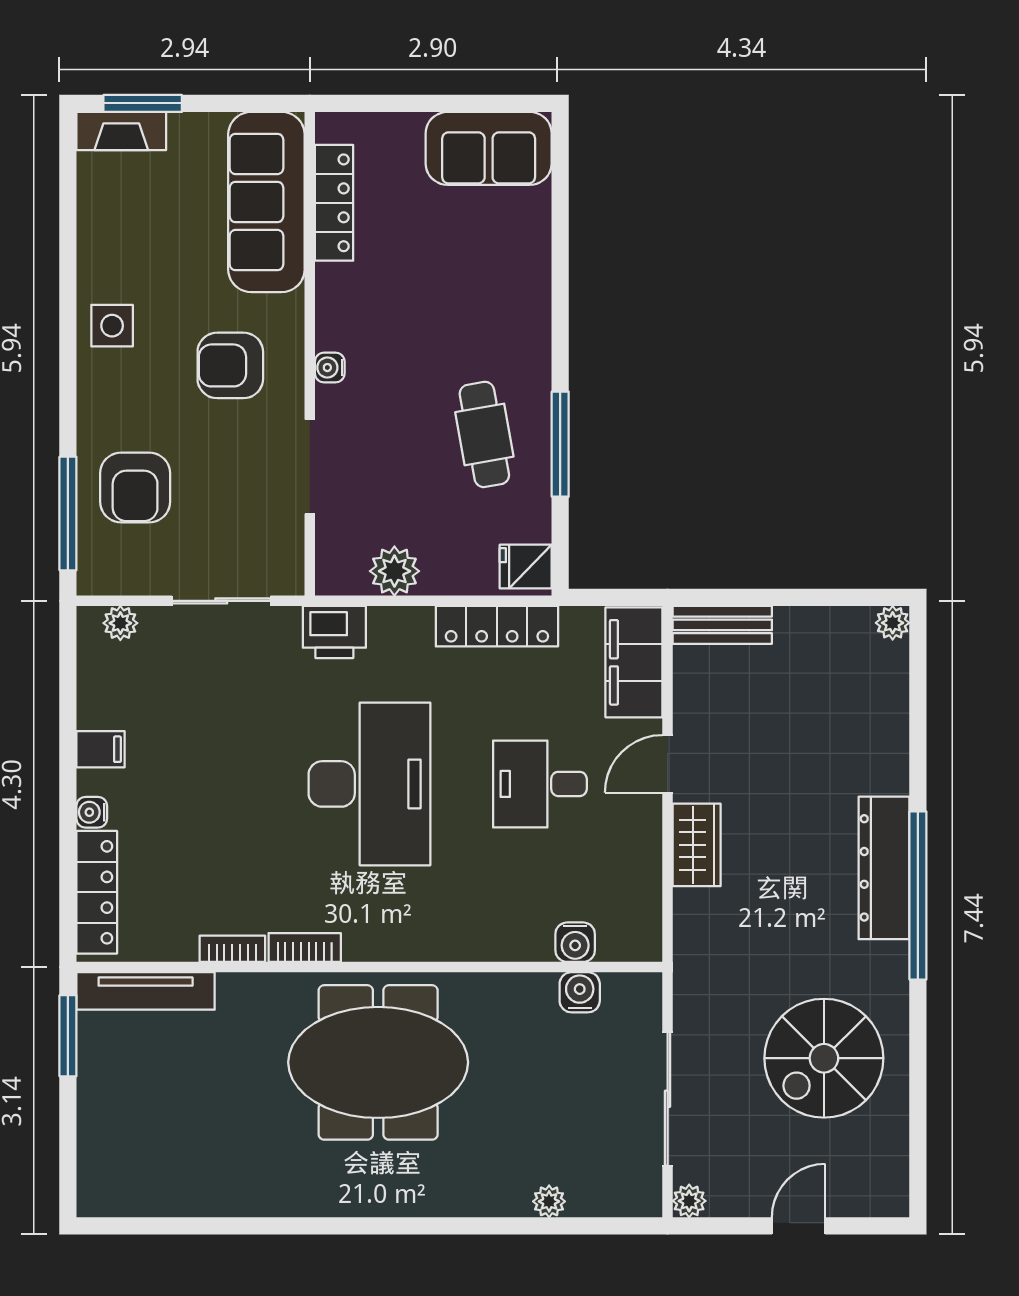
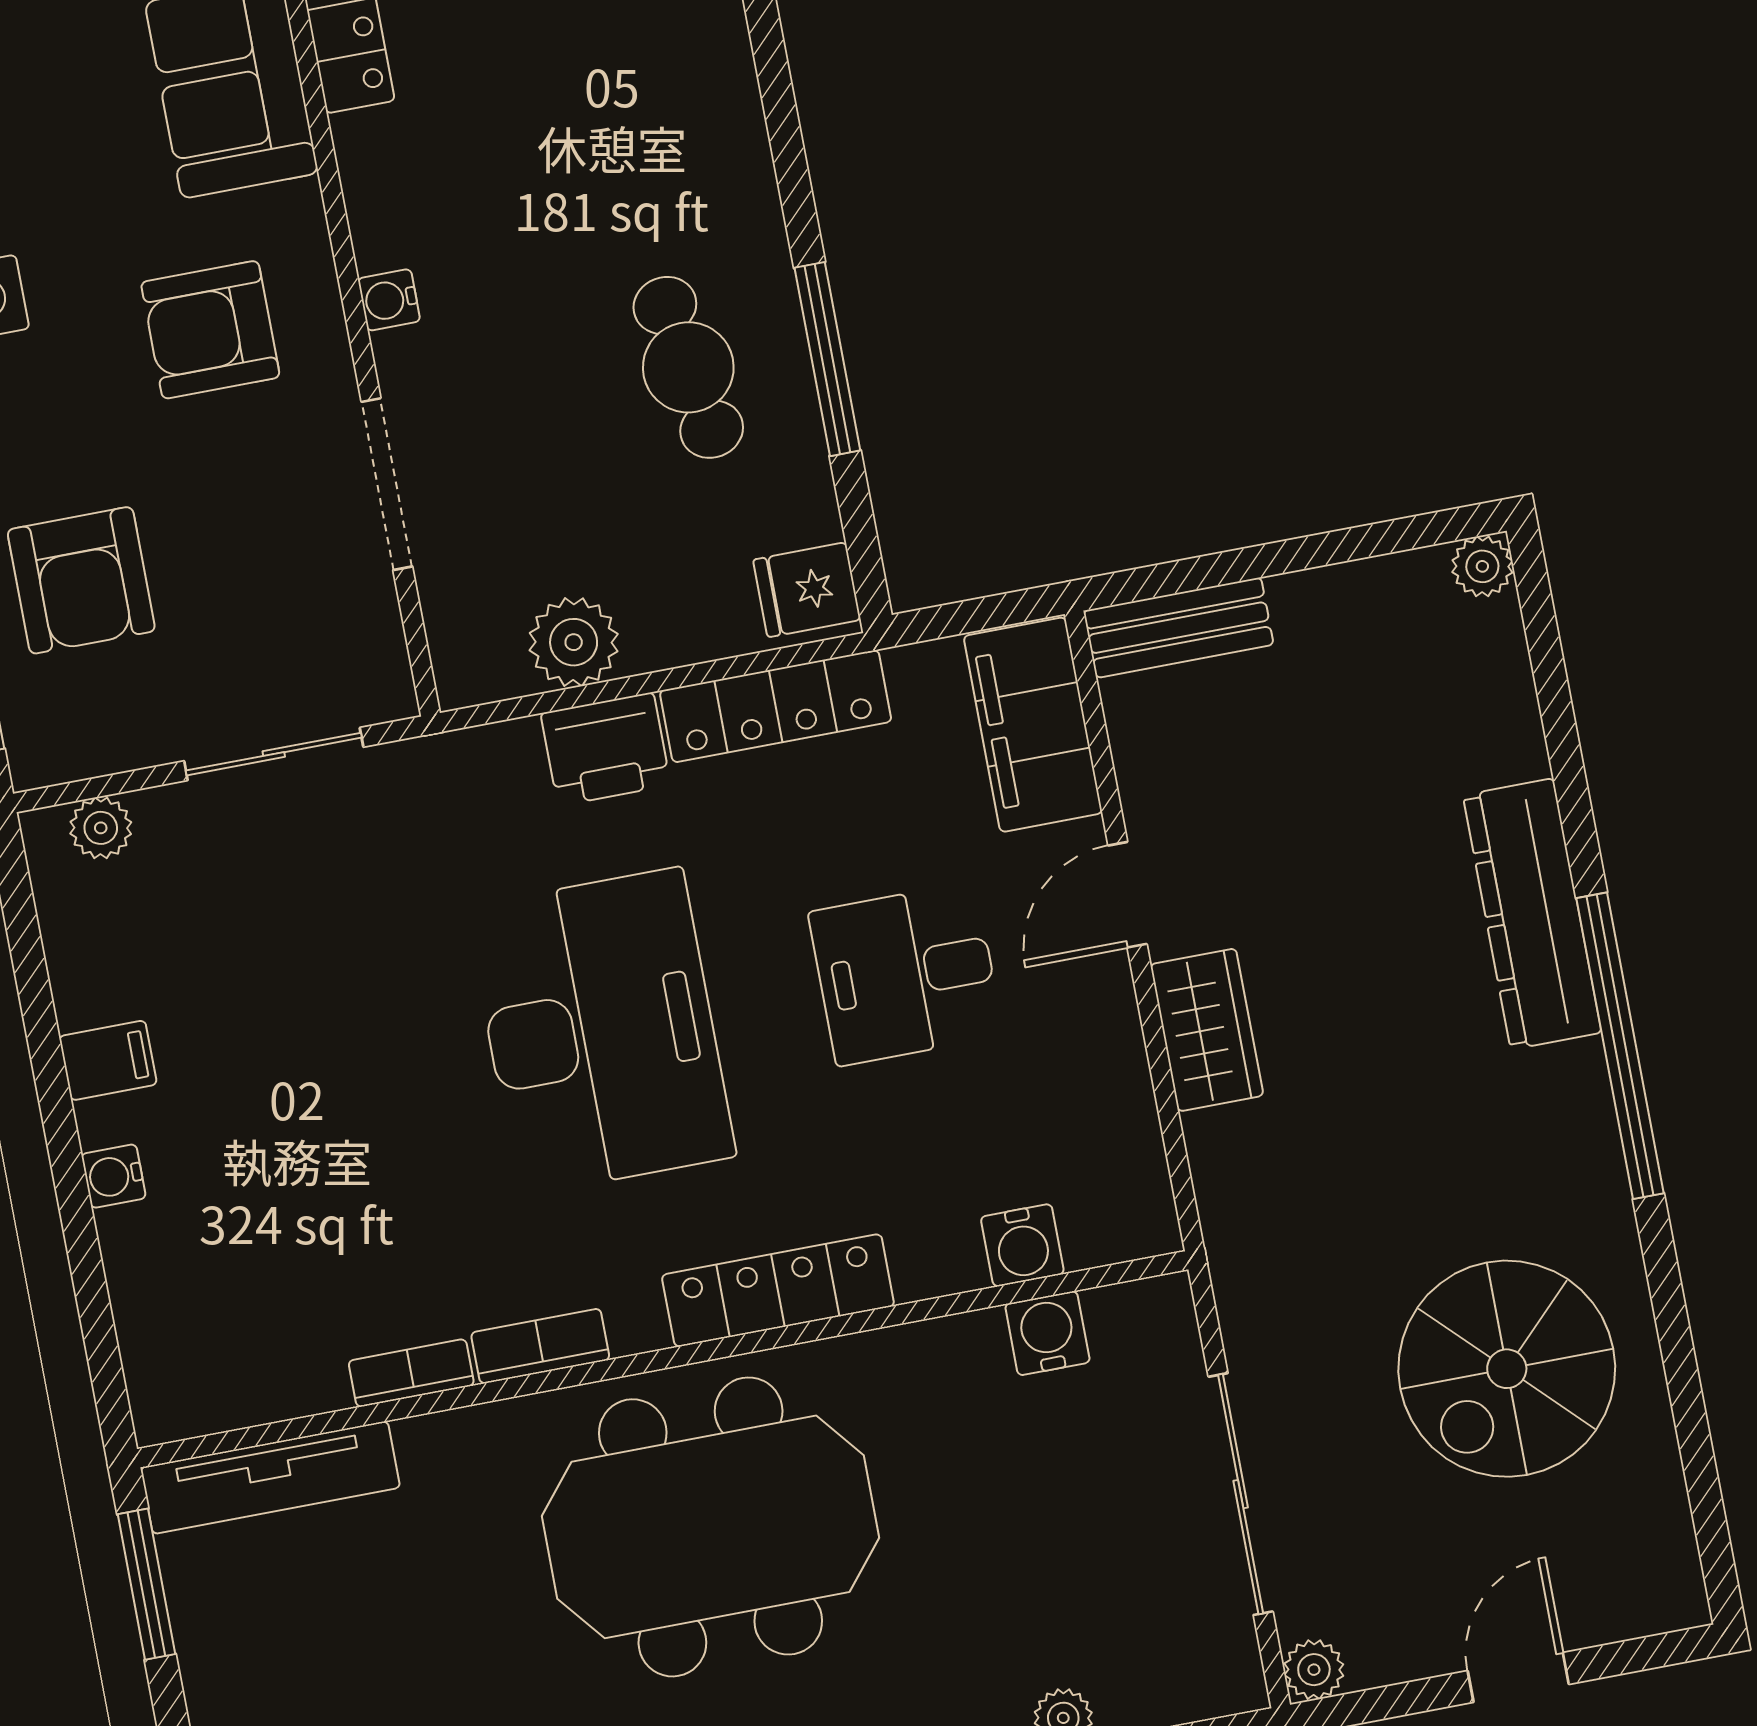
printer: (334, 632) -> (606, 749), moved
dresser: (884, 868) -> (1532, 914), moved
locker: (97, 892) -> (778, 1290), moved, turned -90

